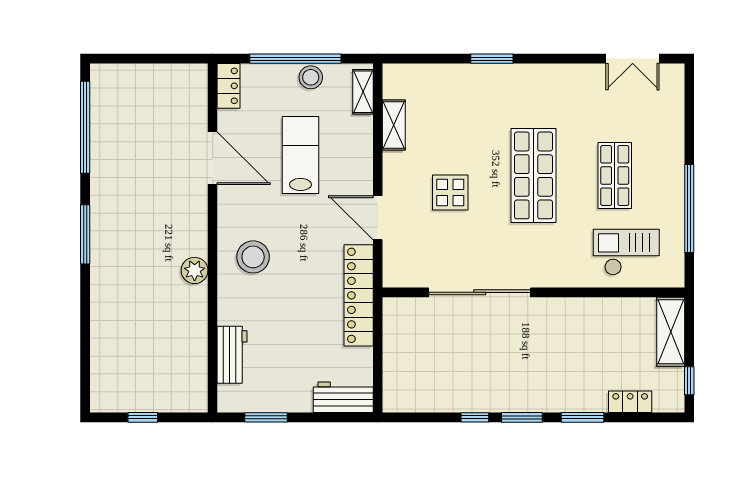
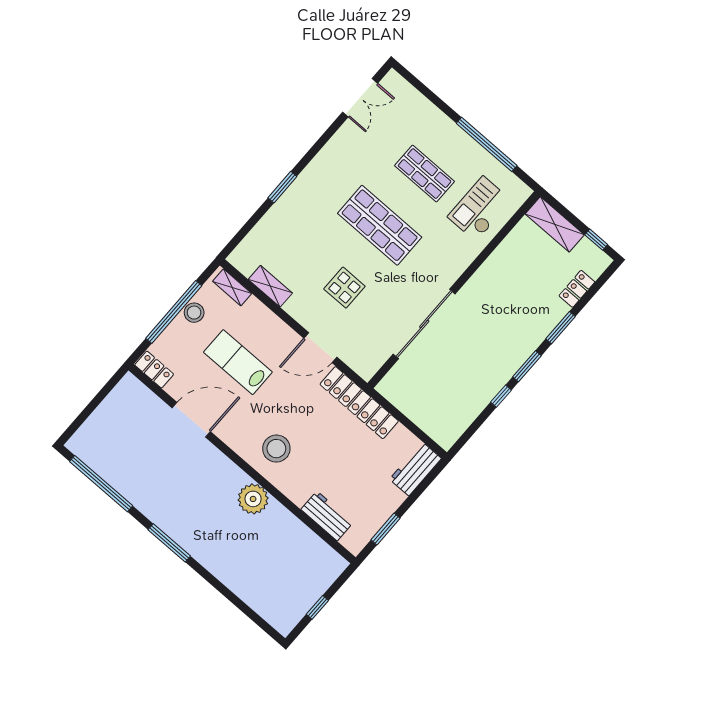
plant: (195, 270) -> (253, 499), width x1.36, depth x1.36

